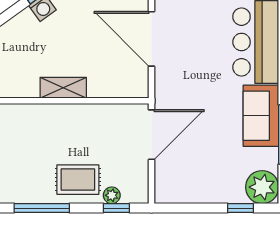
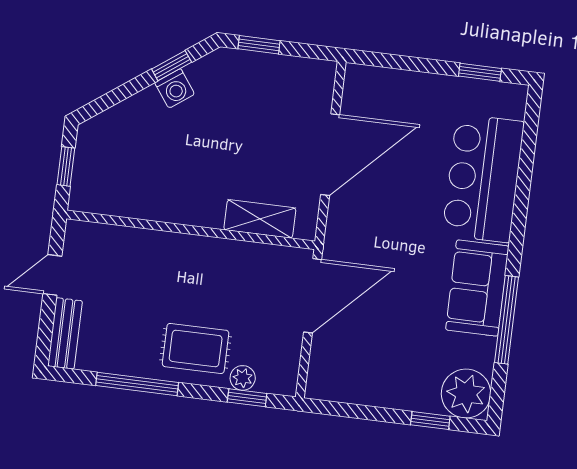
door: (152, 39) -> (330, 155), swing flipped
shelving: (63, 88) -> (260, 219), moved

